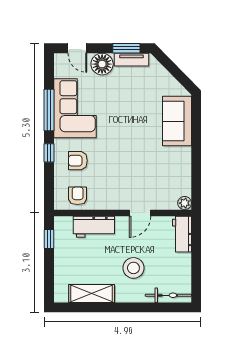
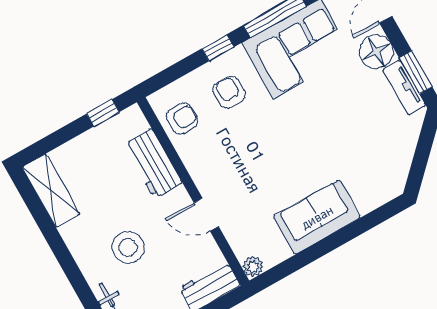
sofa: (177, 121) -> (317, 217), moved
shelving: (92, 293) -> (51, 191), moved

